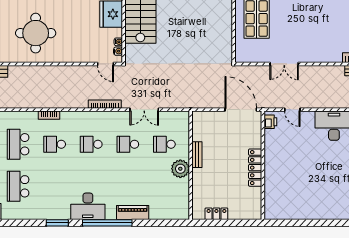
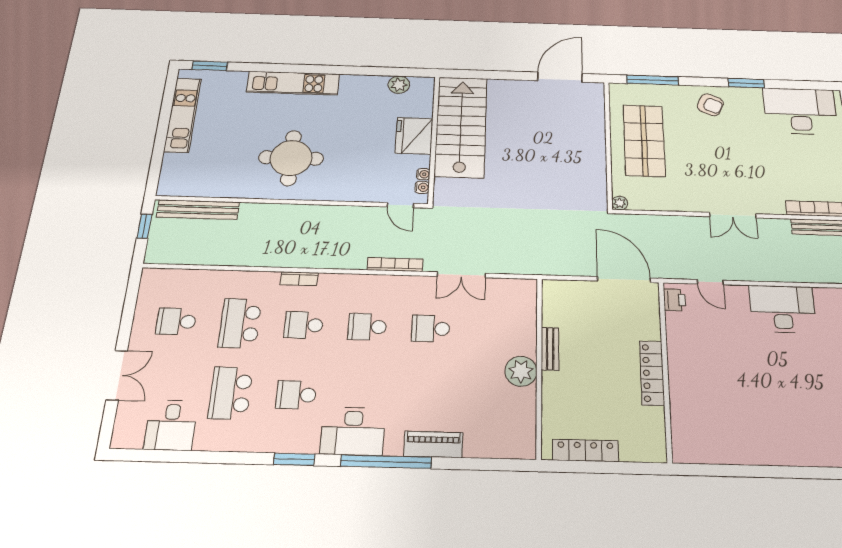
plant: (240, 58) -> (620, 203), added
double door: (284, 64) -> (733, 215), moved
school desk: (164, 144) -> (296, 395), moved
locker: (216, 214) -> (585, 450), width x1.53

